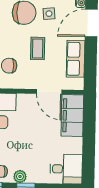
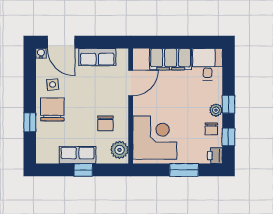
coffee table: (38, 48) -> (88, 95), removed
filing cabinet: (72, 115) -> (171, 59), moved

